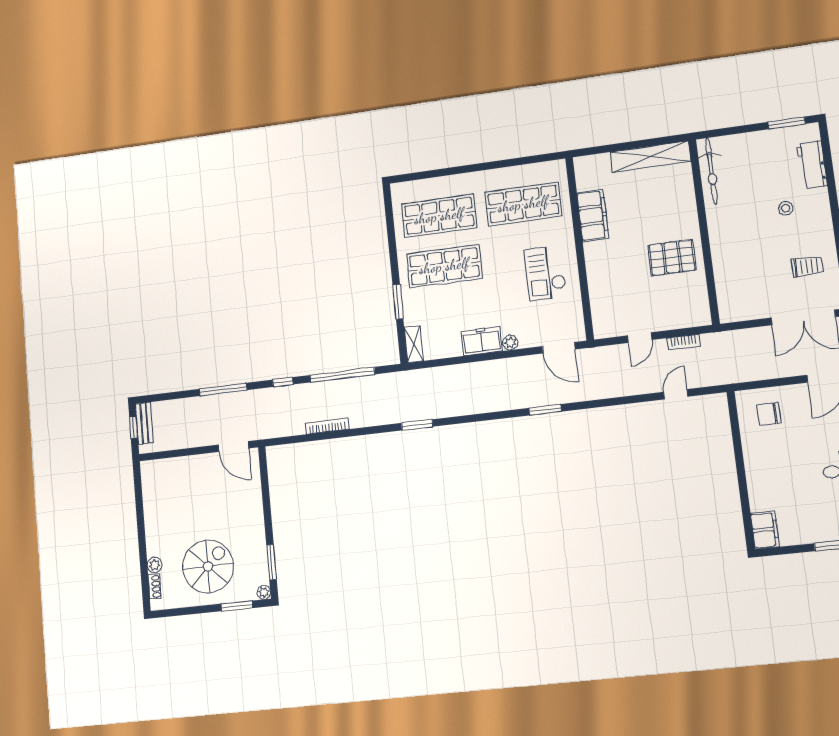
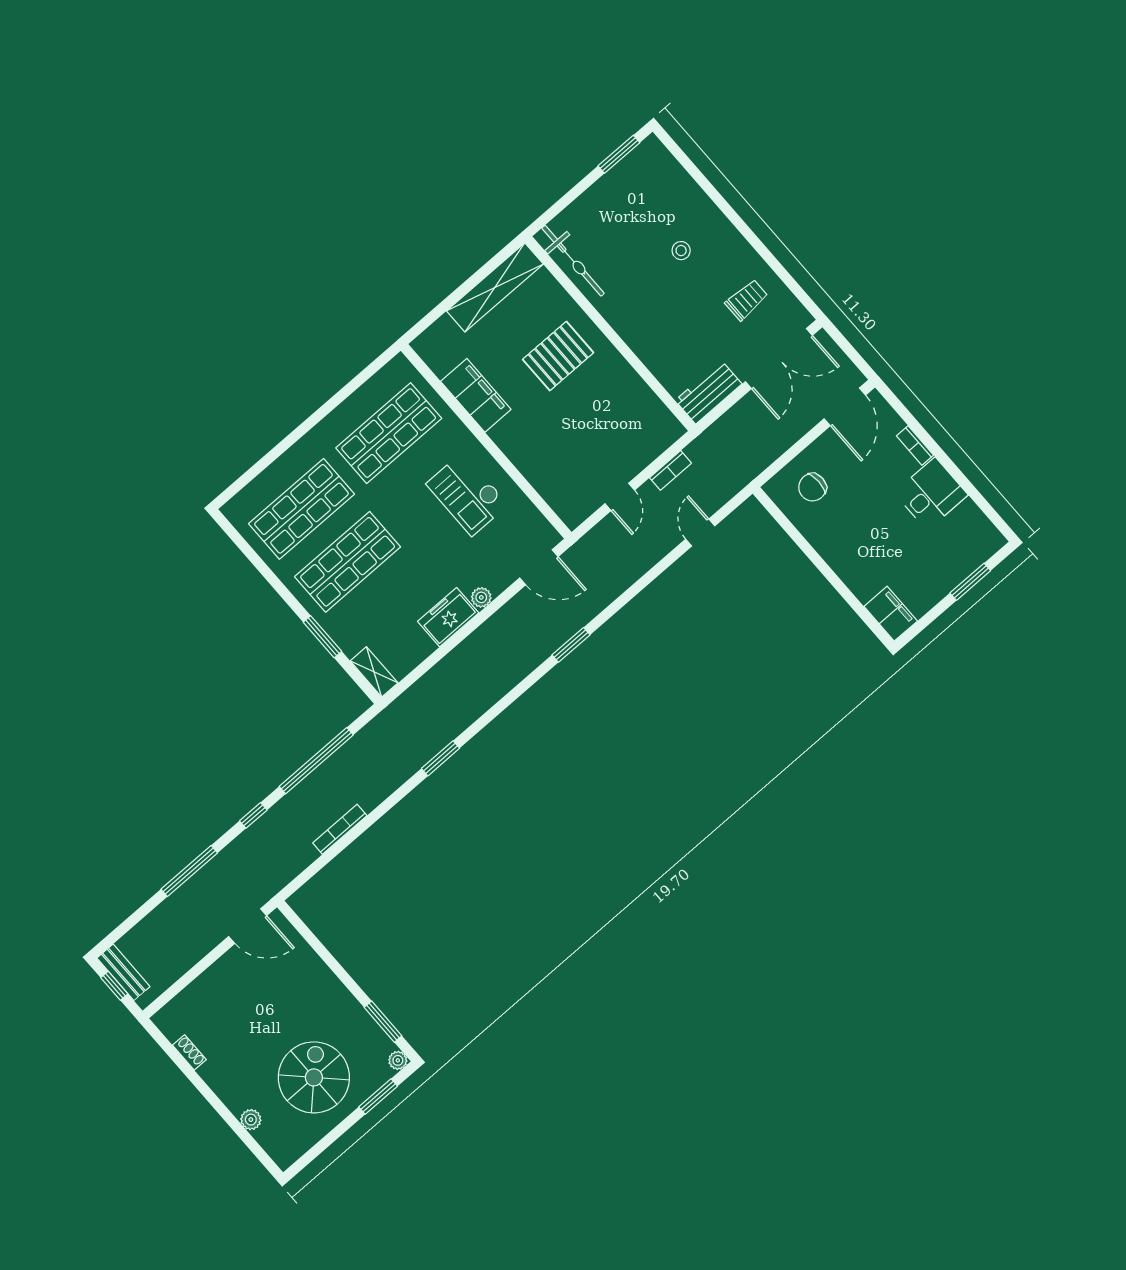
workbench: (812, 165) -> (708, 392), moved, turned 90
pallet: (672, 258) -> (558, 356), moved
shoe rack: (155, 587) -> (189, 1052), moved

